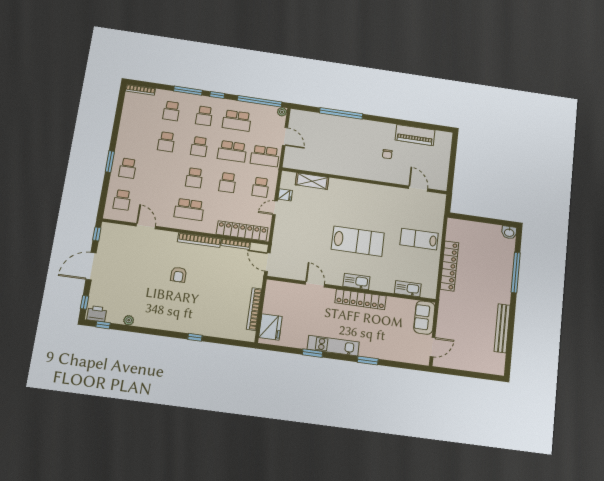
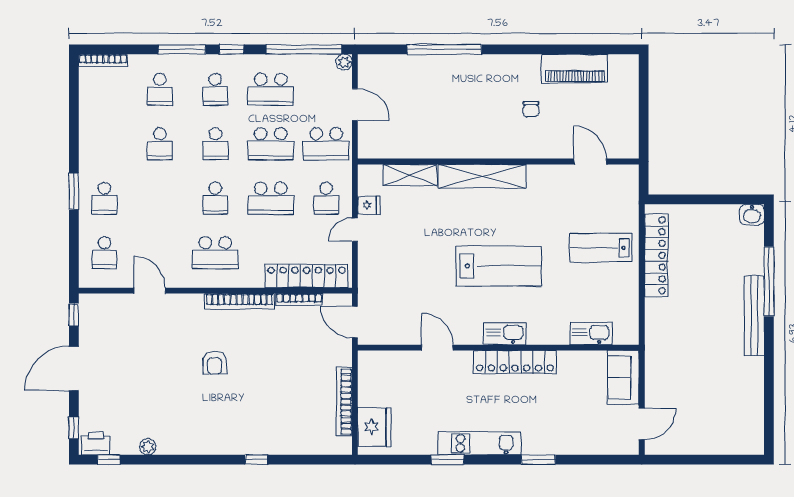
school desk: (227, 182) -> (271, 198), width x1.85
shelving: (354, 188) -> (482, 176), added
locker: (449, 266) -> (656, 255), moved
bench: (502, 328) -> (754, 316), moved

